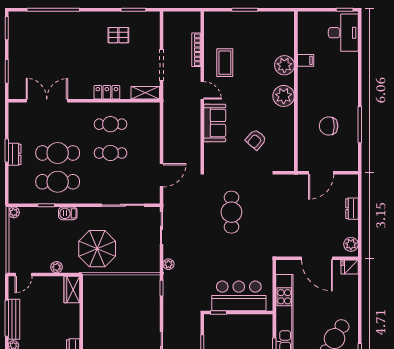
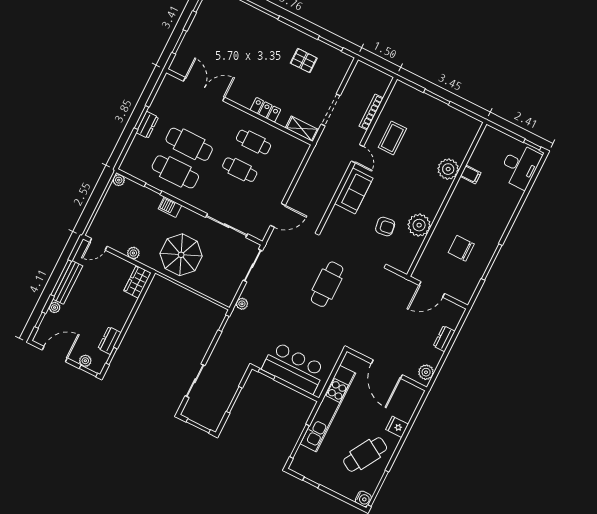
plant: (284, 96) -> (419, 225), moved
armchair: (256, 140) -> (385, 226), turned -139
fridge: (350, 267) -> (397, 427), moved

